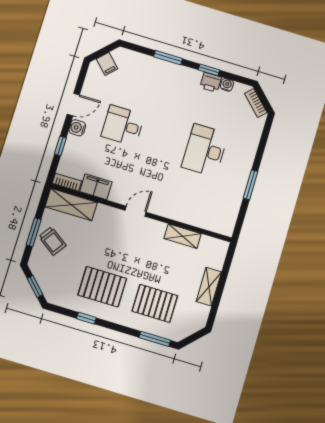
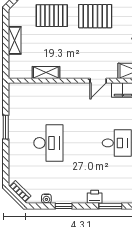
window: (168, 58) -> (110, 206), moved
printer: (211, 82) -> (95, 197), moved
door: (136, 211) -> (98, 81), moved

